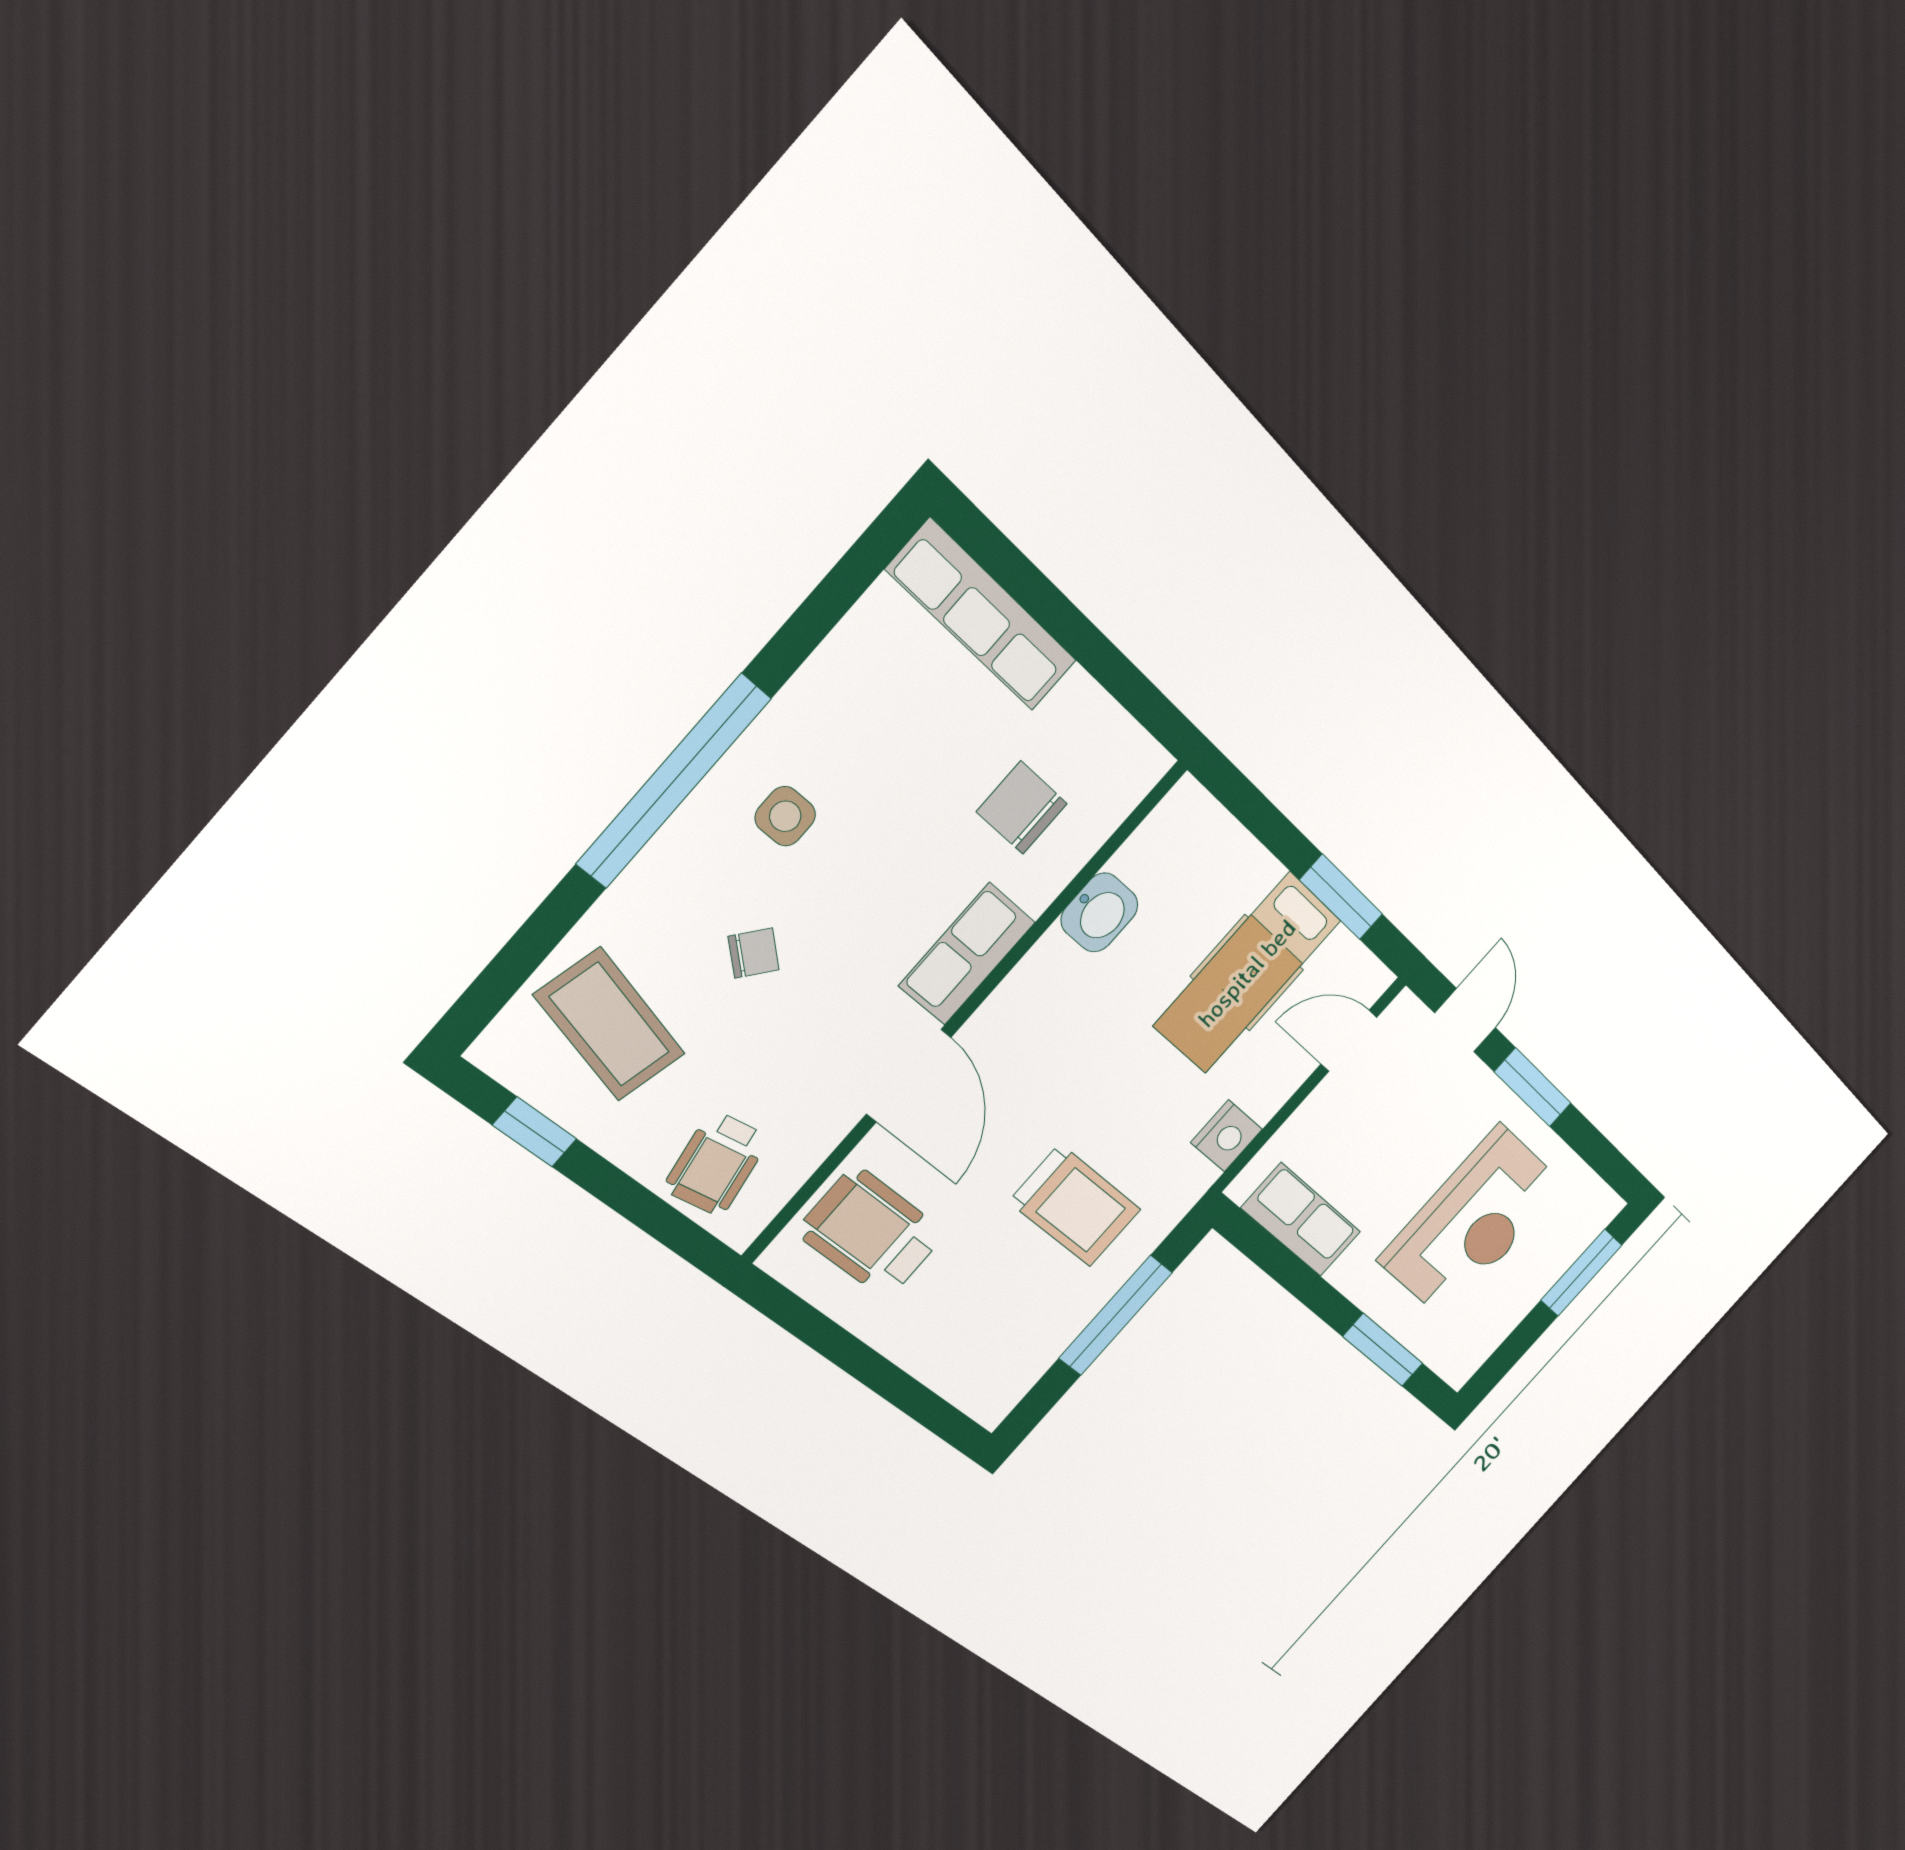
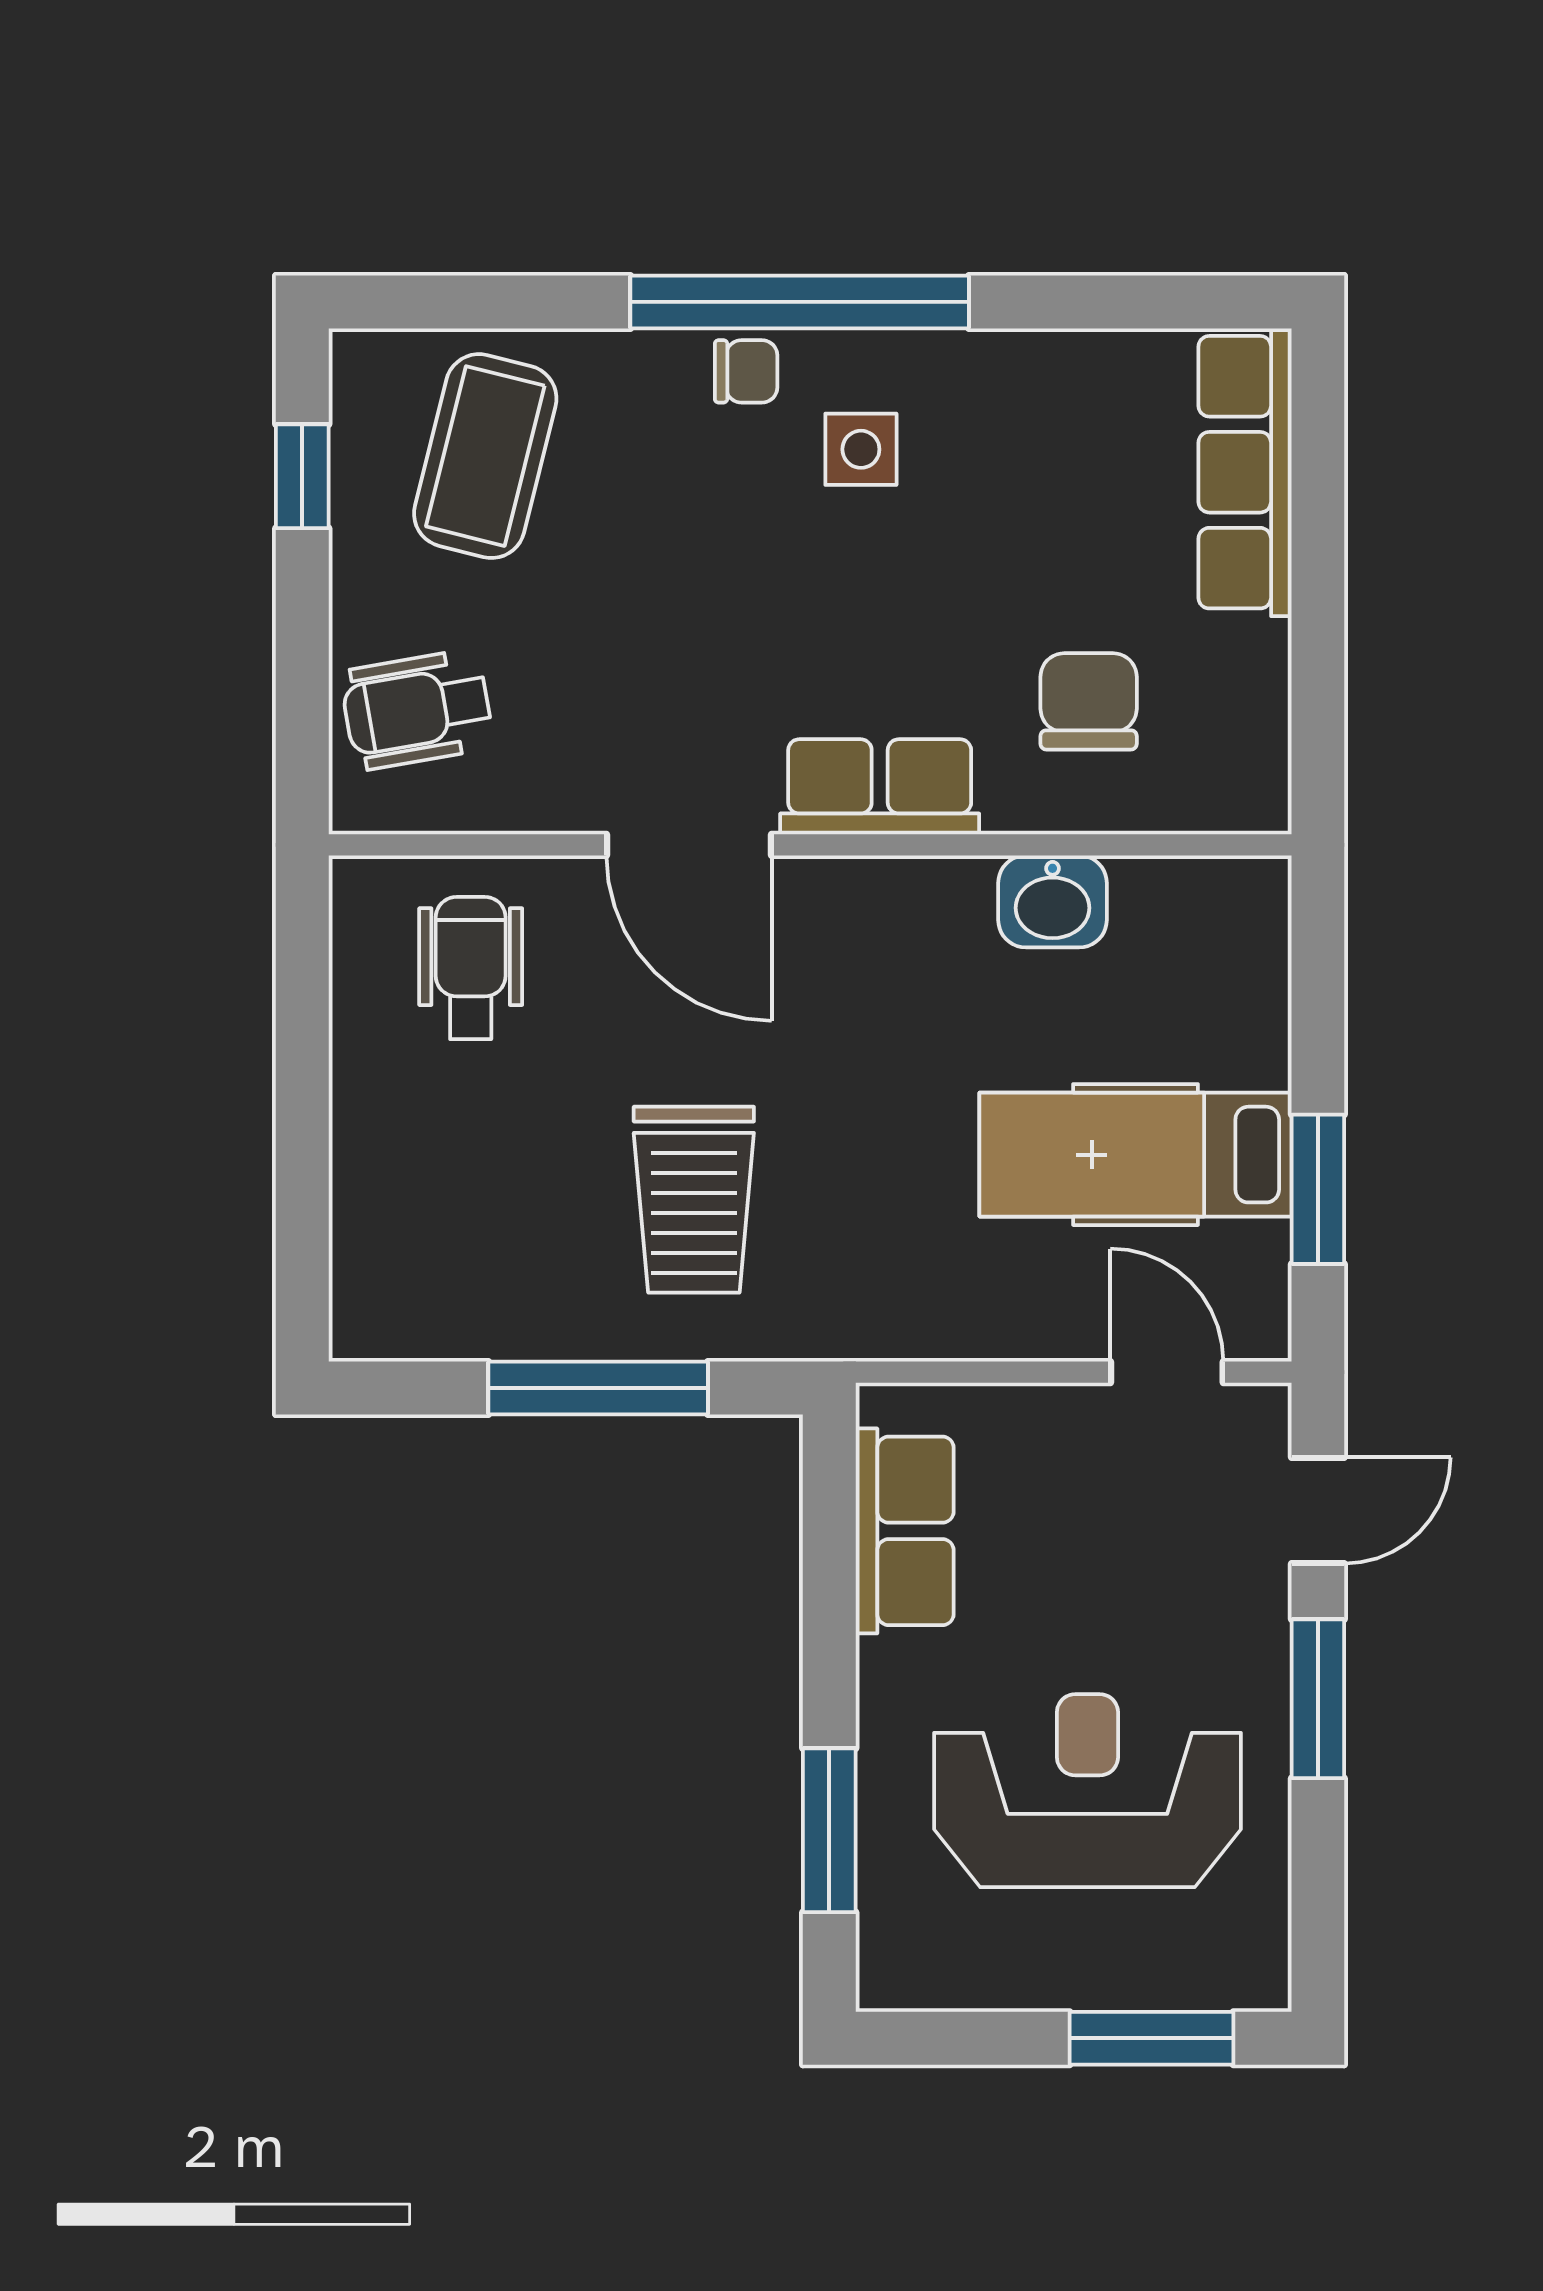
chair: (754, 953) -> (746, 371), moved, turned -40
door: (909, 1076) -> (689, 845), hinge flipped
nightstand: (1226, 1136) -> (928, 1320), removed
reception desk: (1472, 1223) -> (1087, 1791), turned 180
wheelchair: (871, 1233) -> (471, 968), width x0.73, depth x0.73

